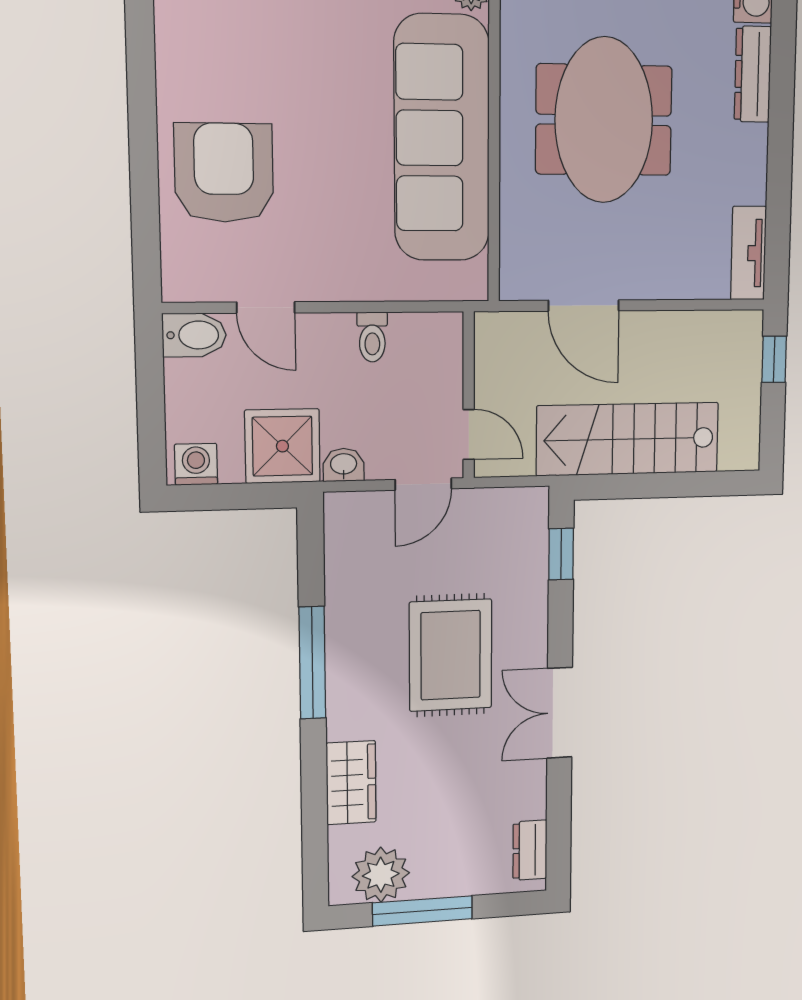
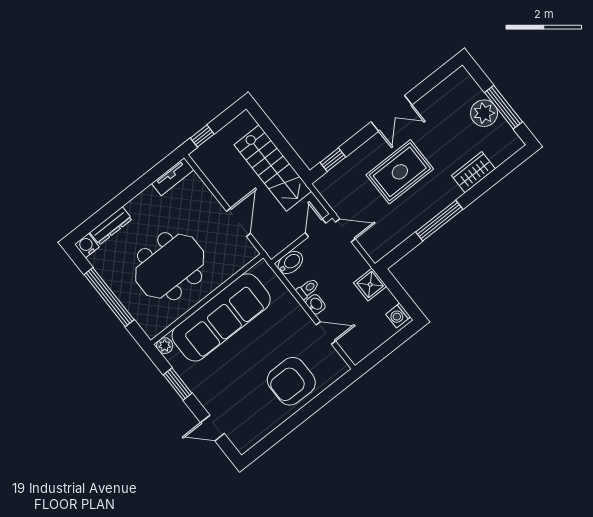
door: (266, 307) -> (326, 333), hinge flipped
bidet: (194, 335) -> (290, 263), moved, turned 90
shower: (282, 446) -> (370, 285), width x0.73, depth x0.73
washbasin: (344, 465) -> (315, 304), moved, turned 180
dresser: (530, 850) -> (452, 83), removed
plant: (381, 875) -> (484, 113), moved

